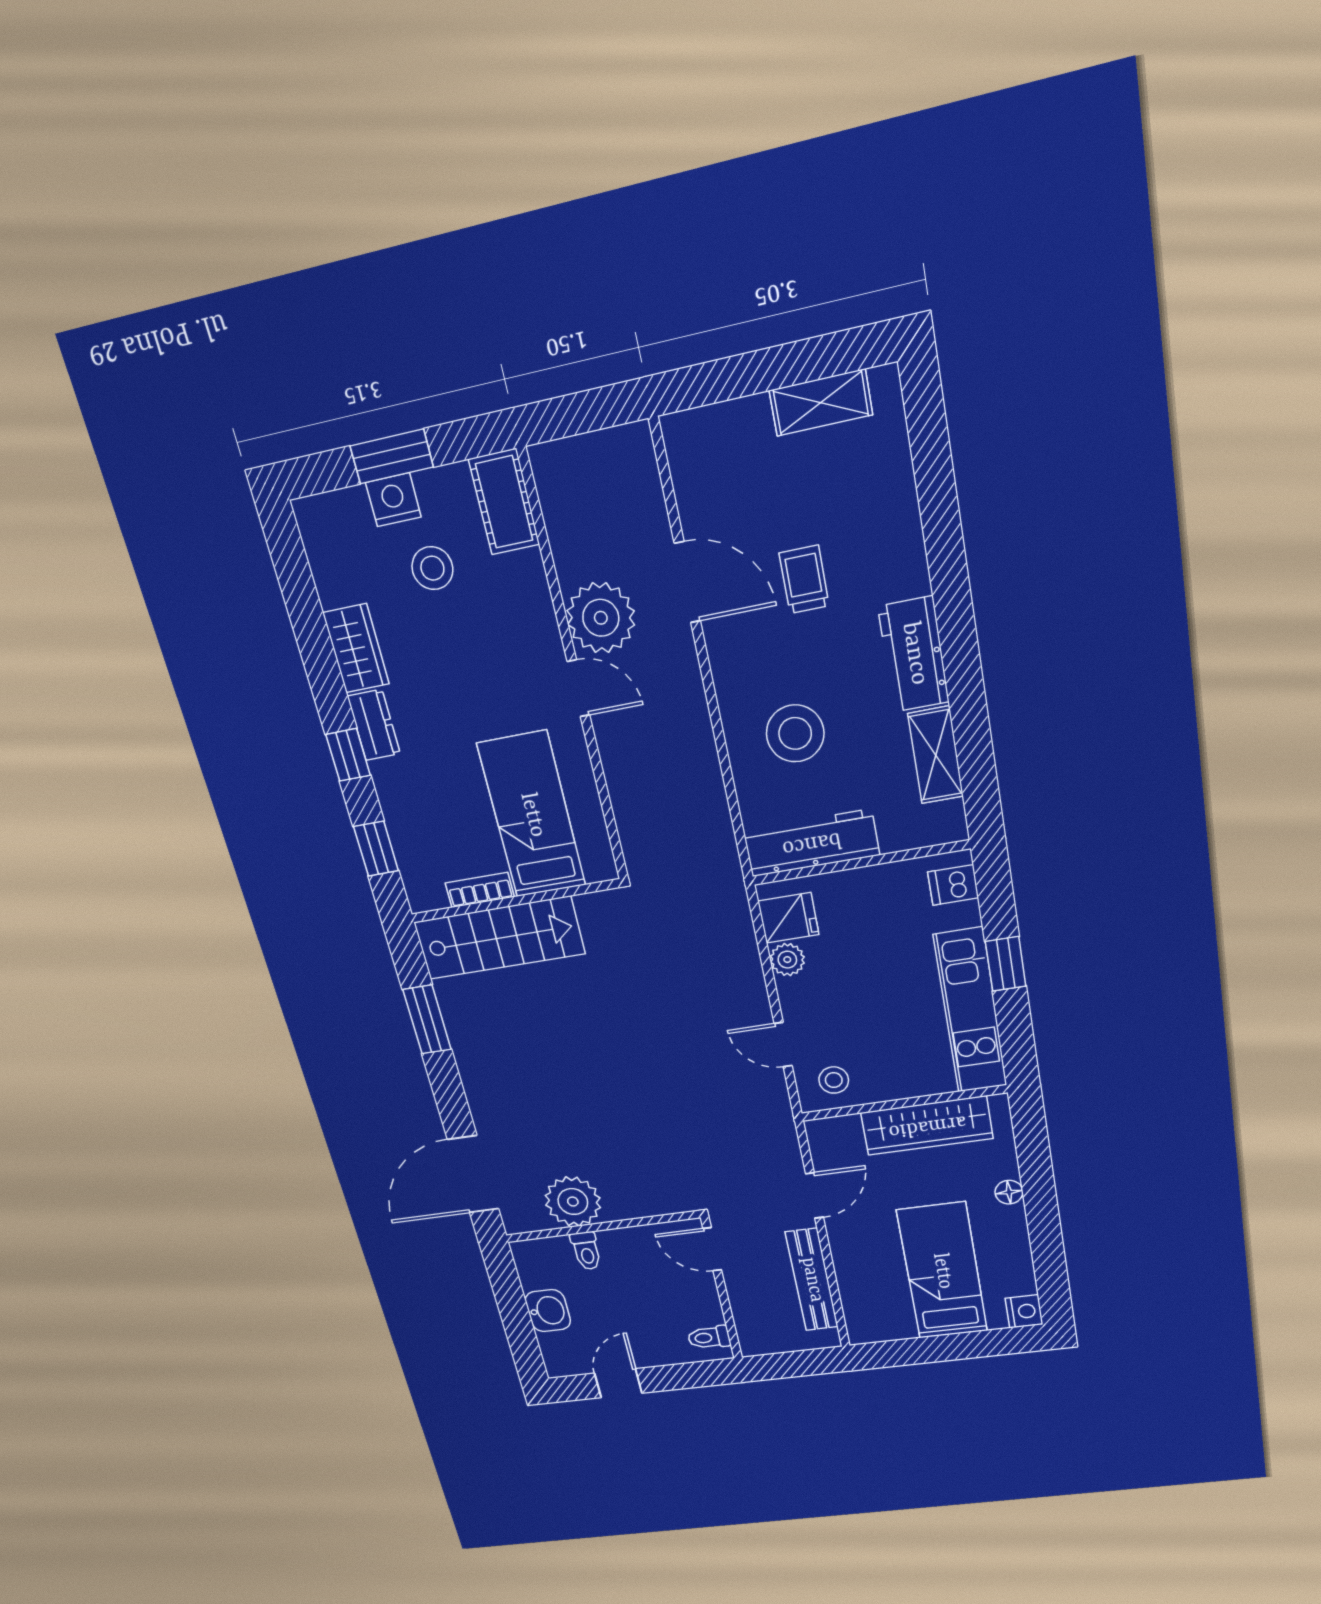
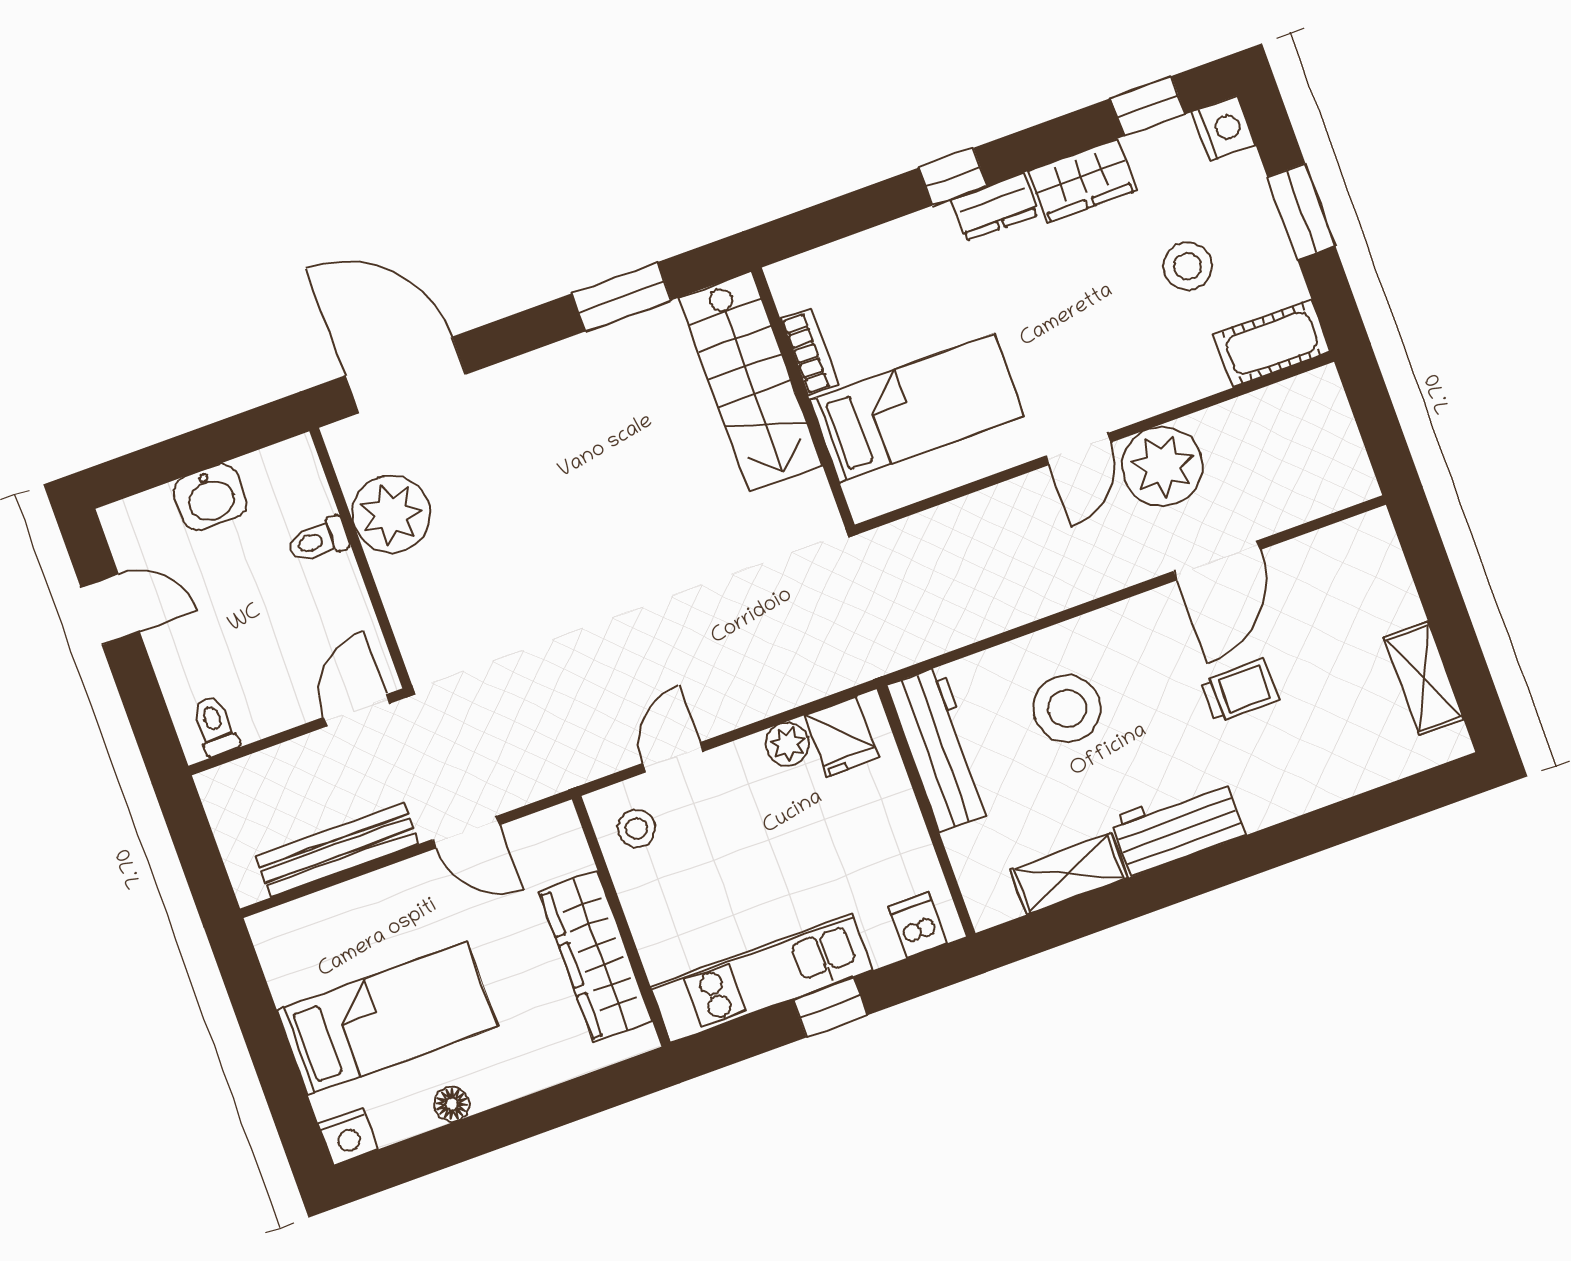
nightstand: (393, 500) -> (1224, 128), moved
window: (376, 849) -> (1148, 106), moved
floor lamp: (1009, 1192) -> (452, 1104), moved

